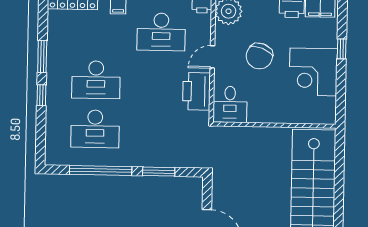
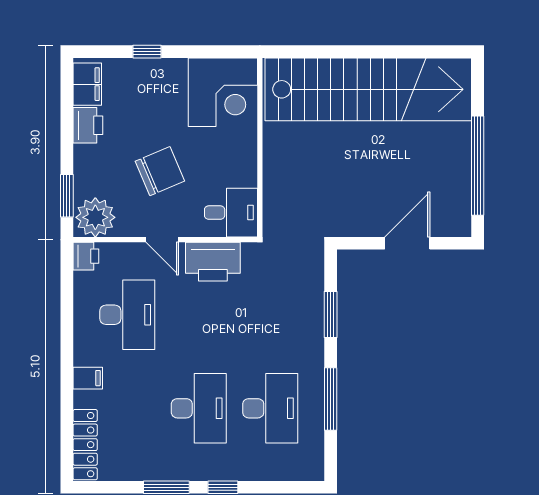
chair: (259, 56) -> (160, 171), turned -44
corner desk: (313, 72) -> (223, 92), moved
window: (101, 170) -> (331, 399), width x0.68

